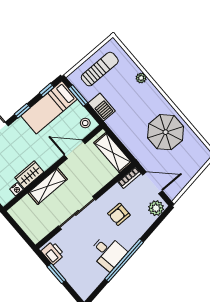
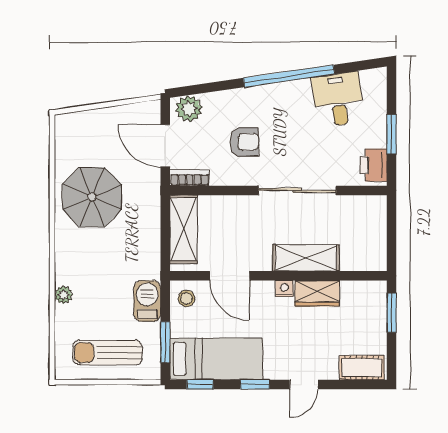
nightstand: (16, 189) -> (284, 289), moved
desk: (108, 252) -> (338, 99), moved

